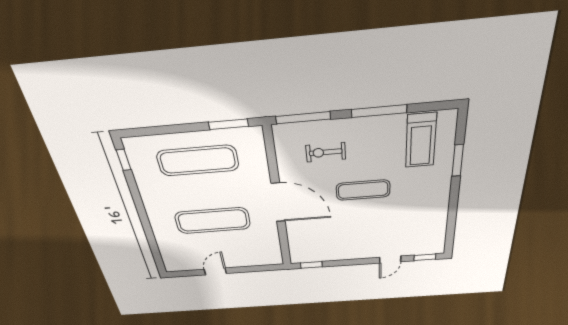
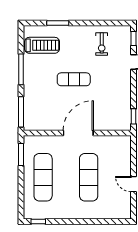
exercise bike: (326, 152) -> (102, 44), moved
exercise mat: (363, 190) -> (74, 79), turned 90

